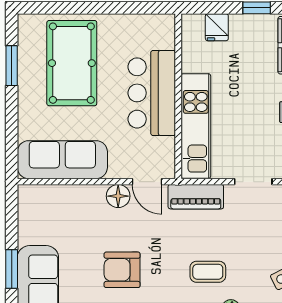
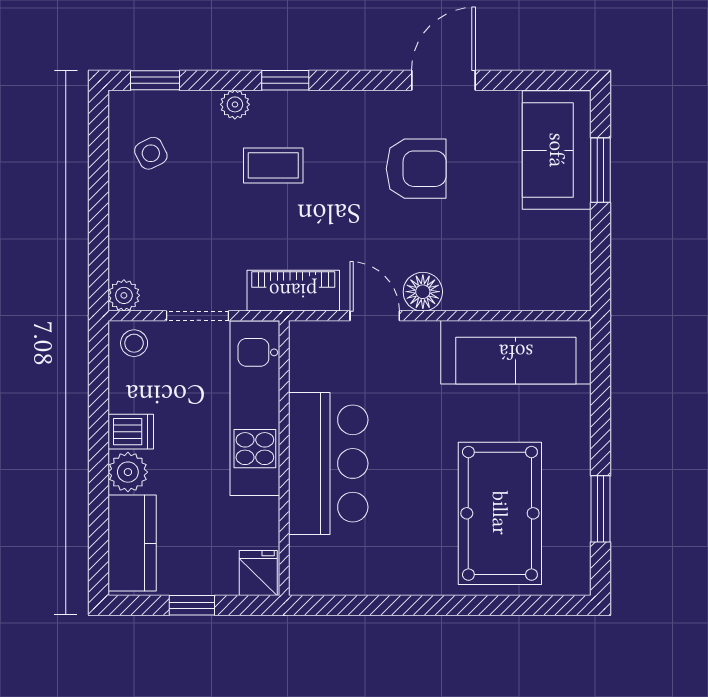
bar counter: (152, 93) -> (328, 463), moved
wall: (178, 96) -> (284, 458), moved
kitchen unit: (196, 126) -> (255, 408), moved

